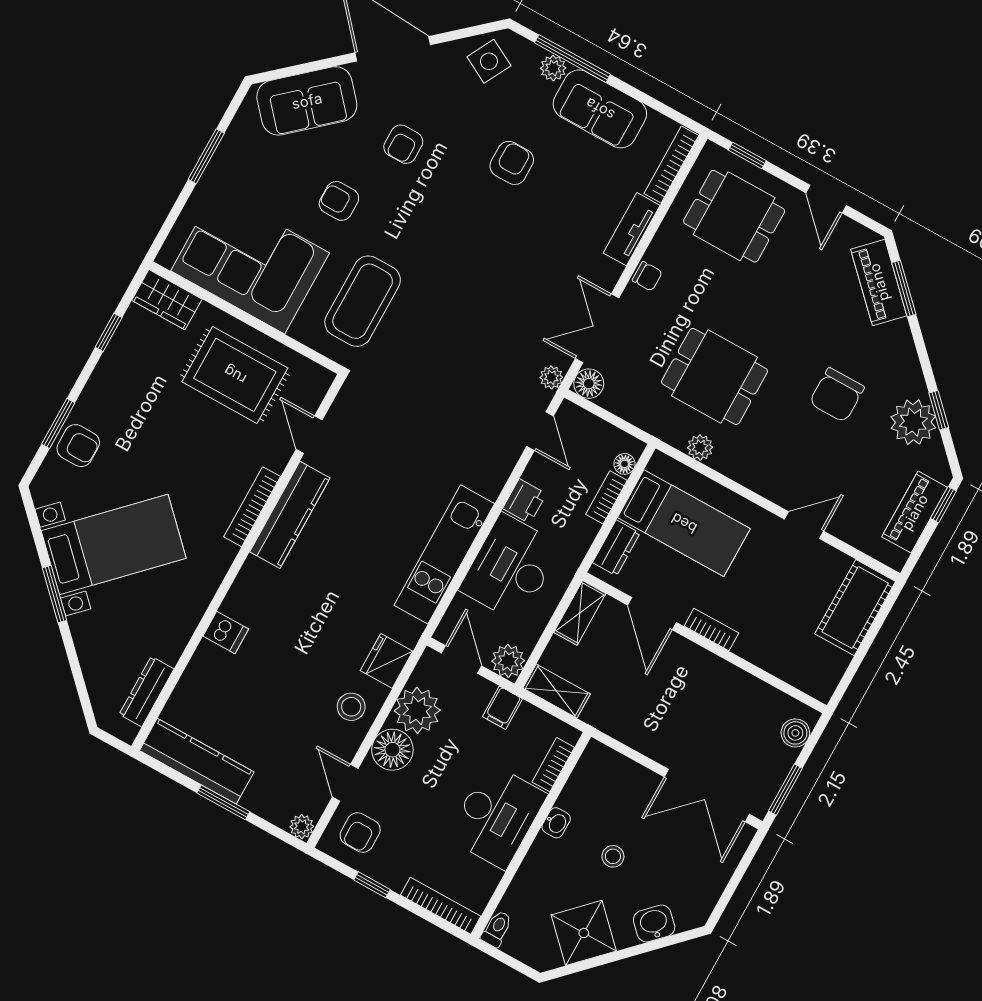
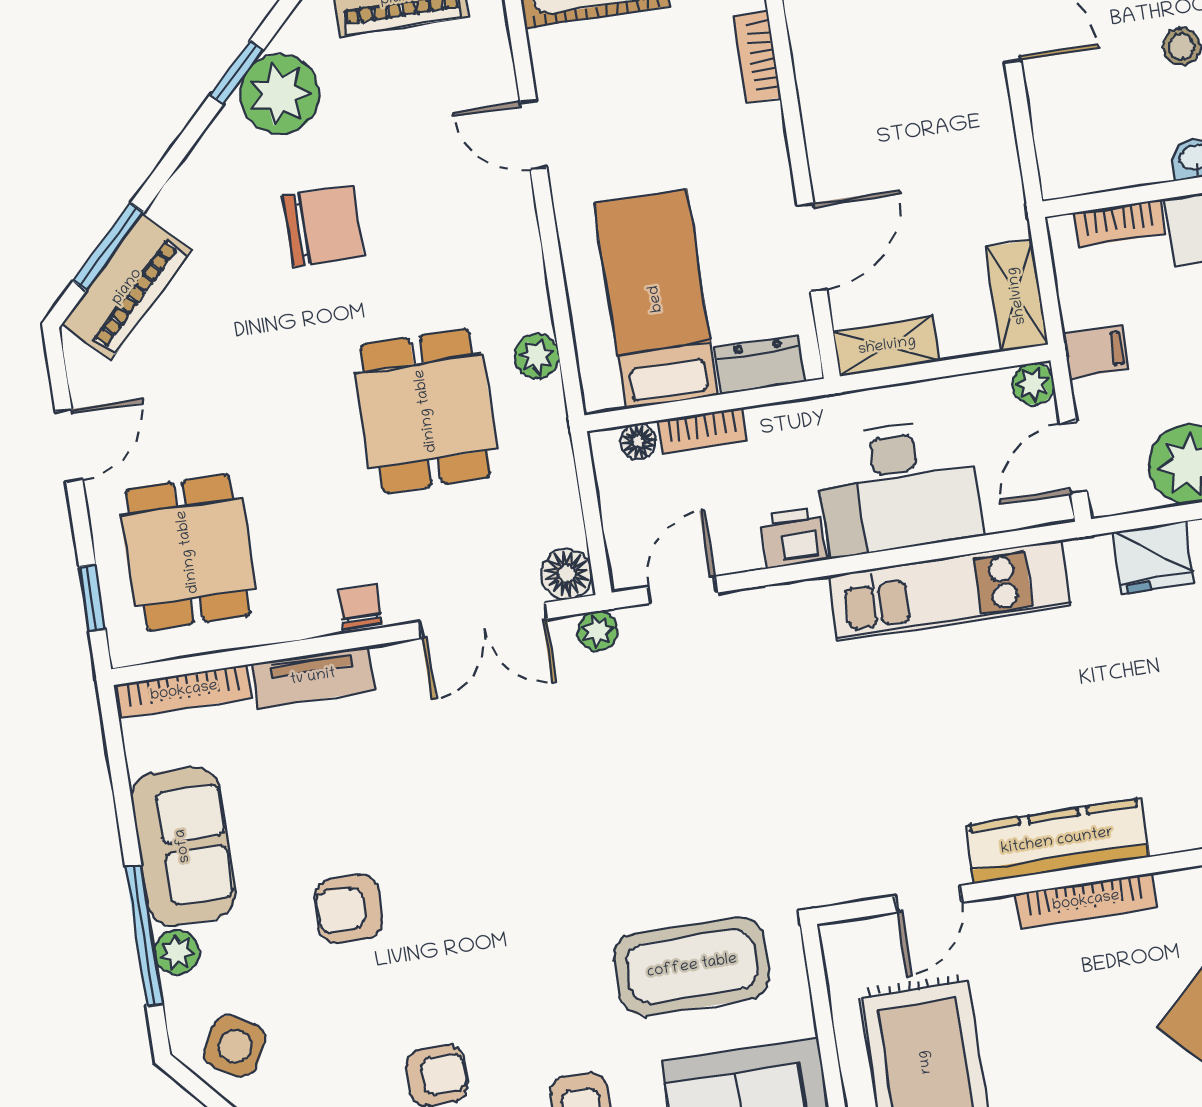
bookcase: (711, 630) -> (757, 57), moved
plant: (508, 661) -> (1033, 384), width x0.73, depth x0.73

